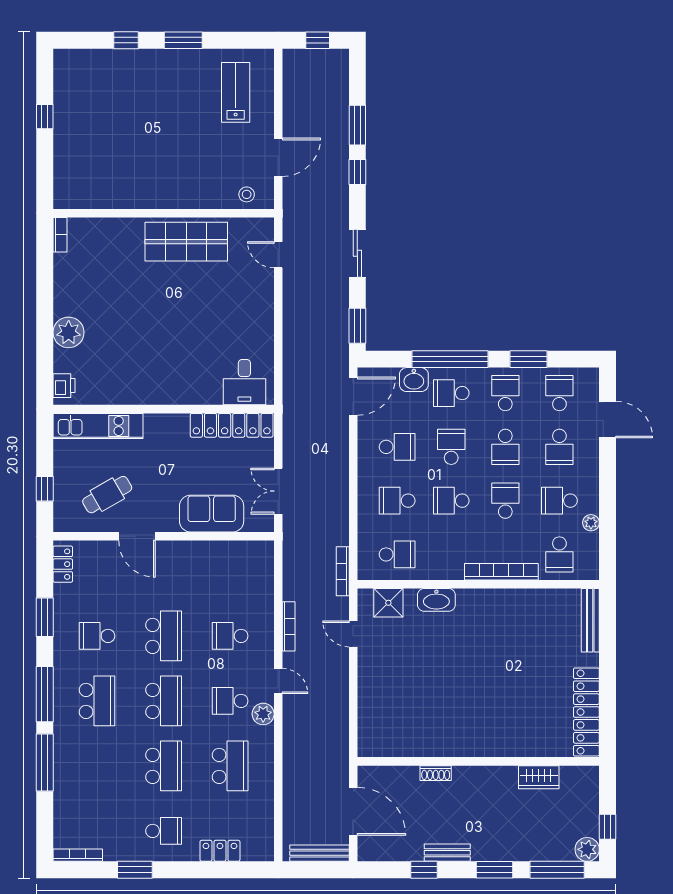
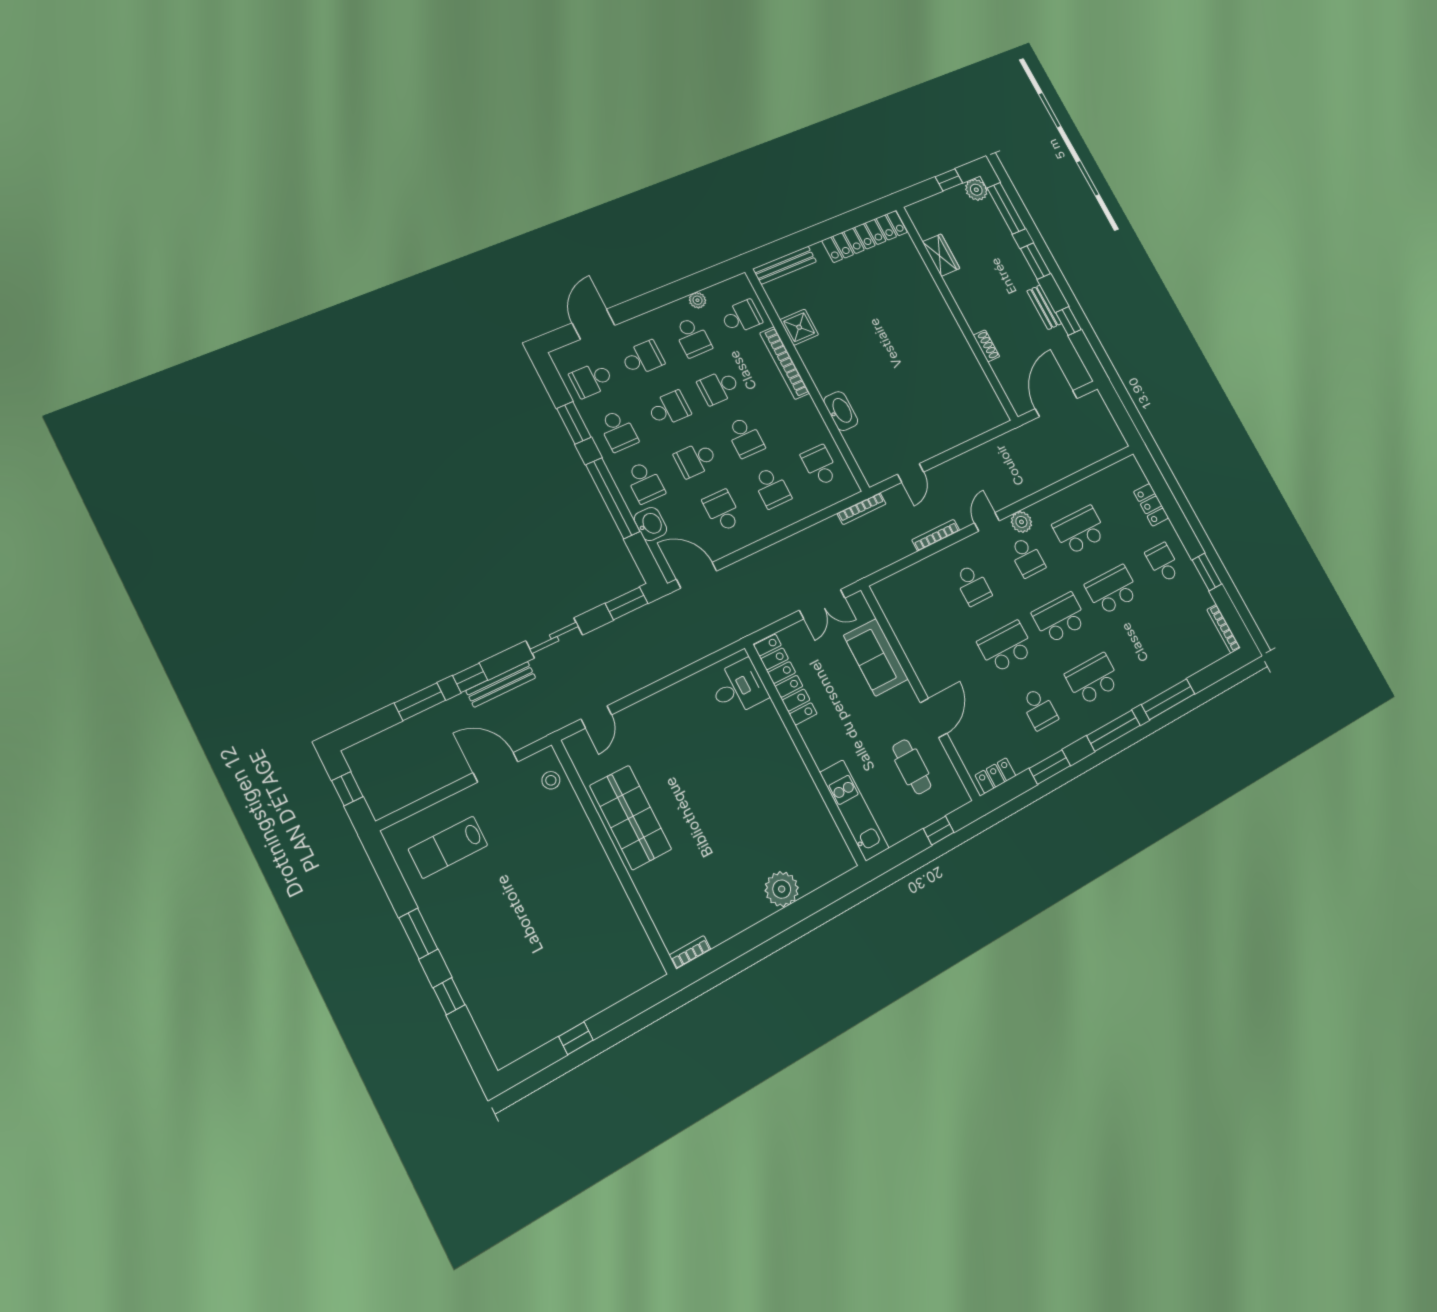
printer: (64, 386) -> (834, 865), removed
school desk: (505, 393) -> (618, 431), turned -90
cafe table: (107, 495) -> (912, 767), turned 30
shower: (388, 603) -> (799, 327), moved
bench: (319, 853) -> (501, 684), moved, turned 90

